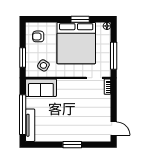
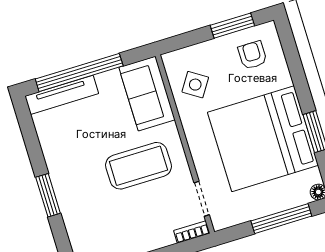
window: (114, 56) -> (281, 219), moved
window: (23, 57) -> (232, 26), moved
coffee table: (71, 101) -> (138, 166), added

